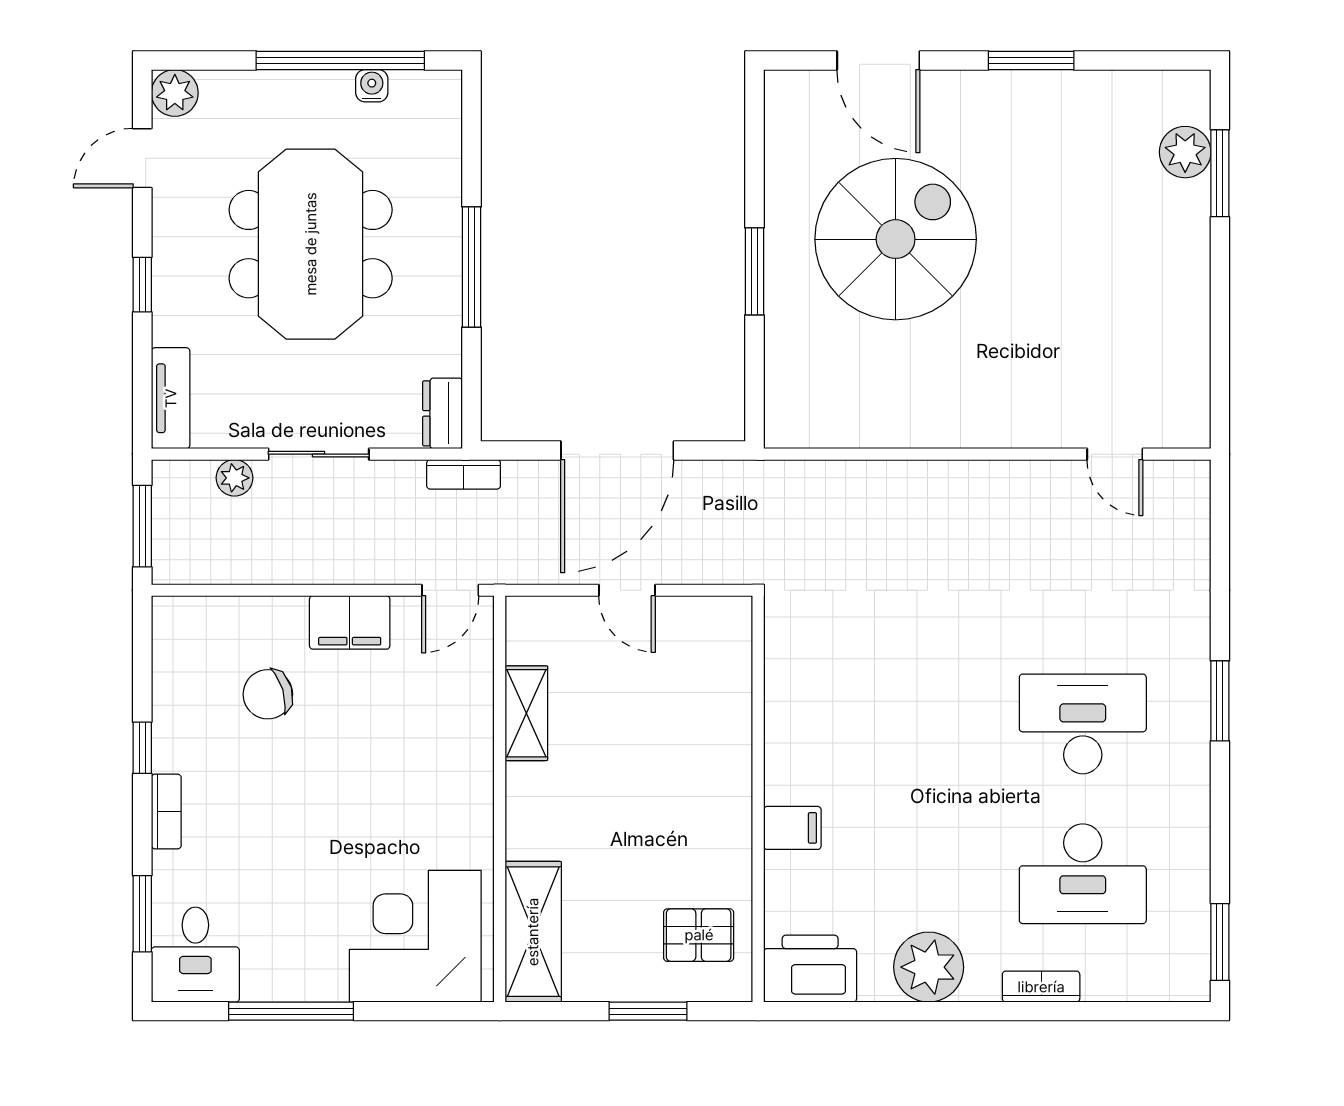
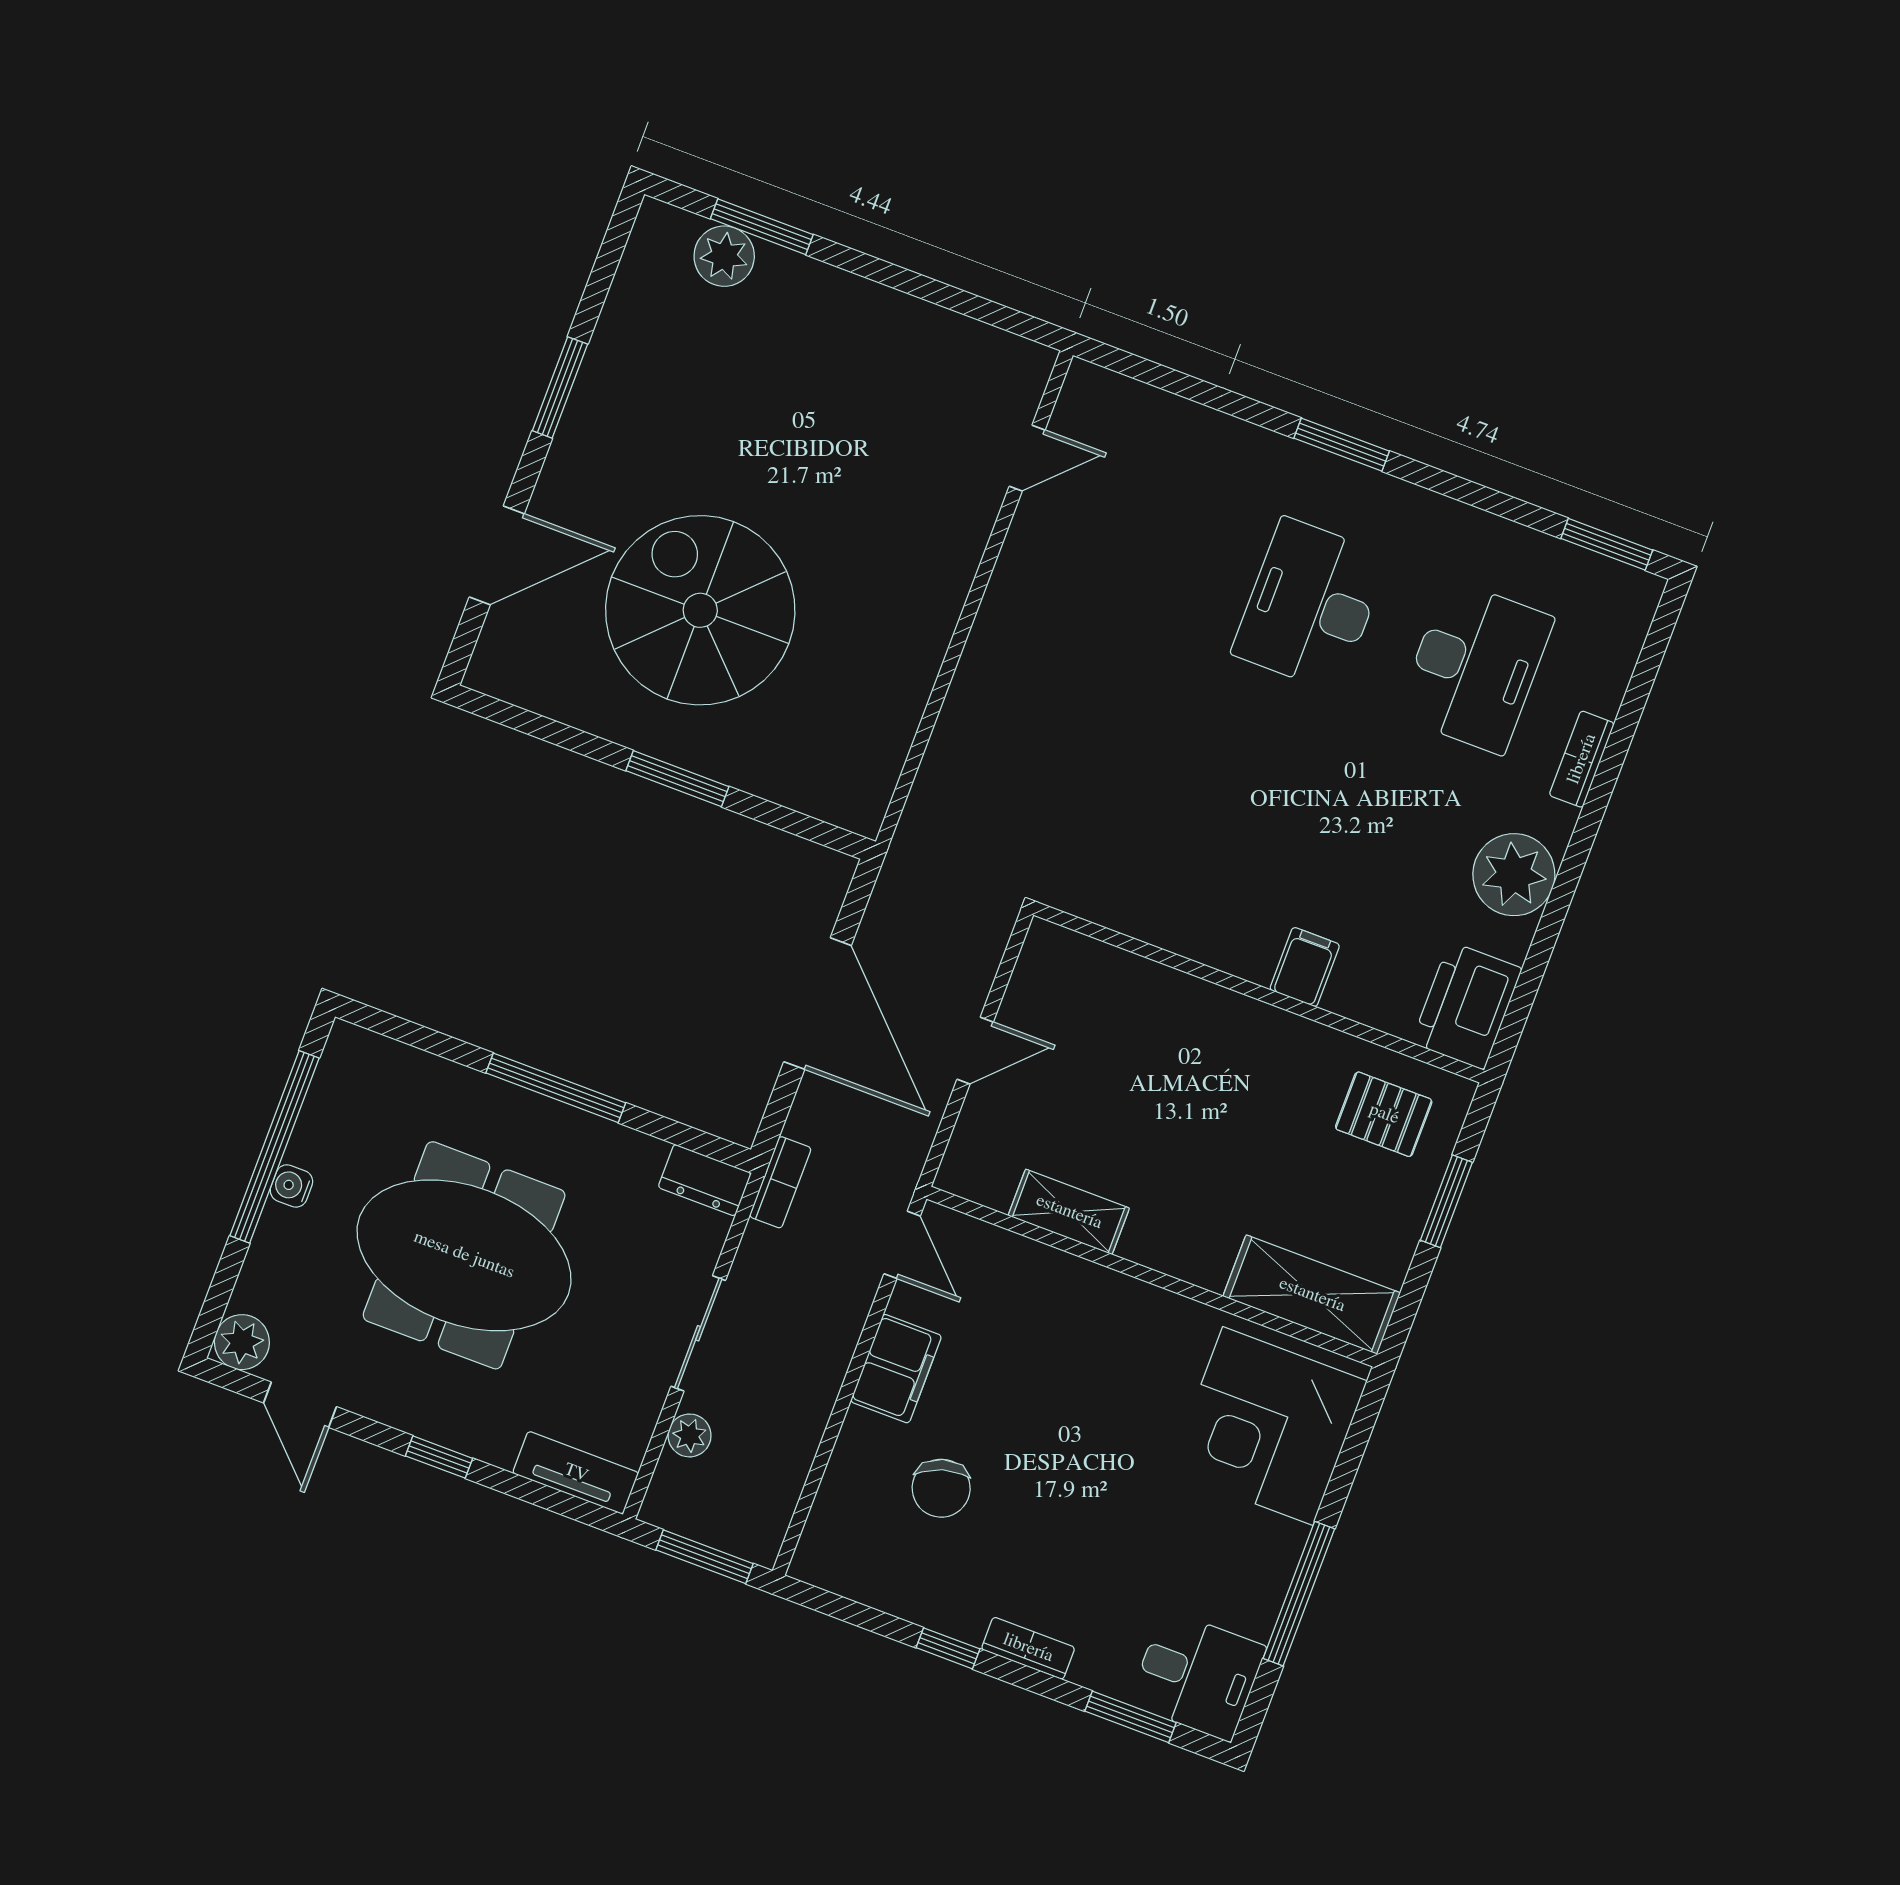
water cooler: (372, 86) -> (291, 1186), moved
pallet: (699, 935) -> (1384, 1114), turned 90

